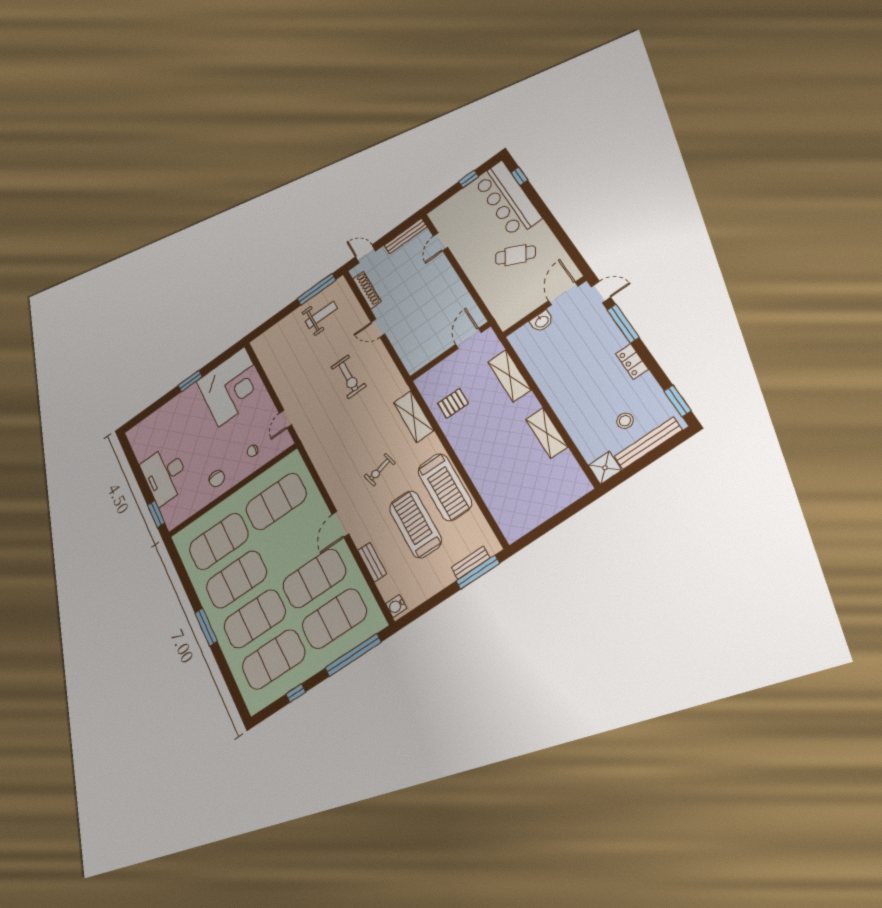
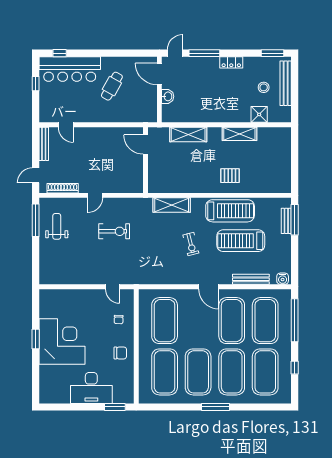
corner desk: (232, 387) -> (62, 342), moved
pallet: (453, 403) -> (230, 176), moved, turned 90
shower: (605, 468) -> (259, 114), moved
bench: (372, 562) -> (251, 279), width x1.36

